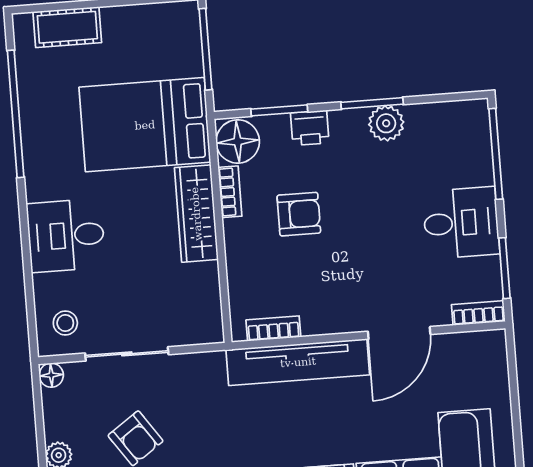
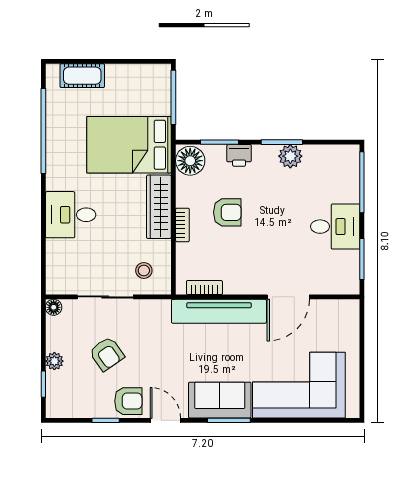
bookcase: (230, 192) -> (182, 225), moved
bookcase: (478, 313) -> (342, 288), removed
stool: (65, 323) -> (144, 270), moved

